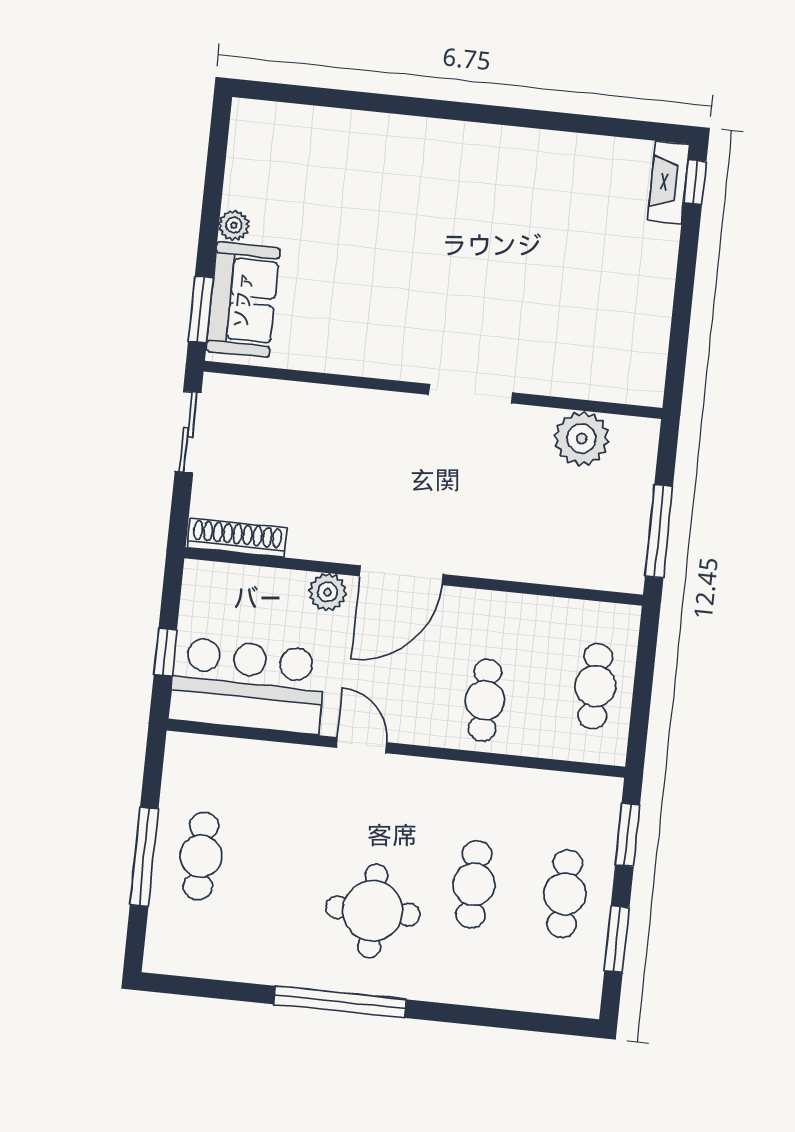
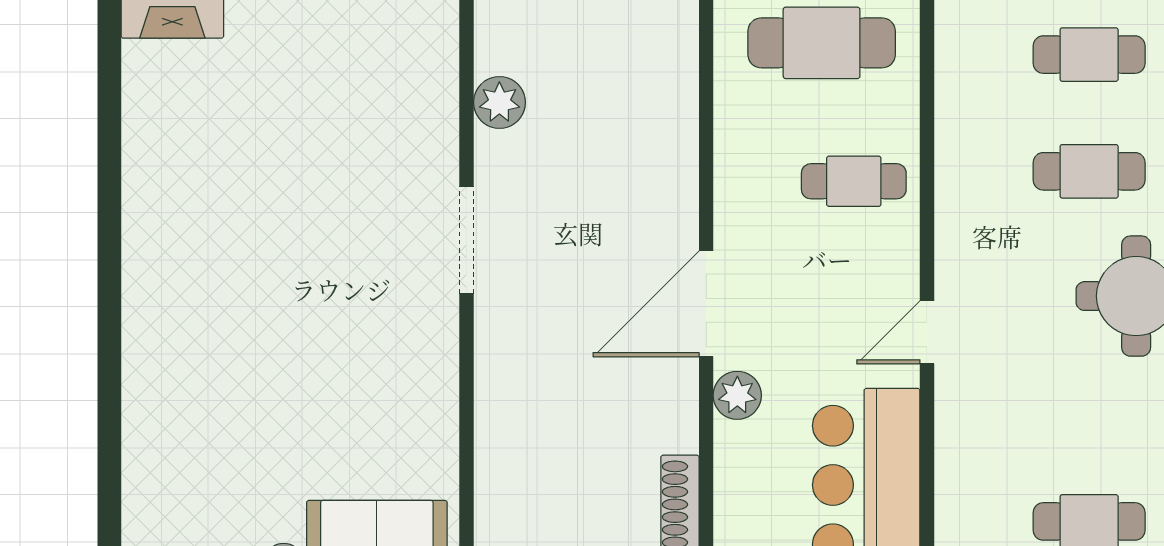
plant: (582, 439) -> (499, 102), width x0.73, depth x0.73
door: (401, 575) -> (706, 304), swing flipped
cafe table: (595, 686) -> (822, 43), width x1.37, depth x1.35

